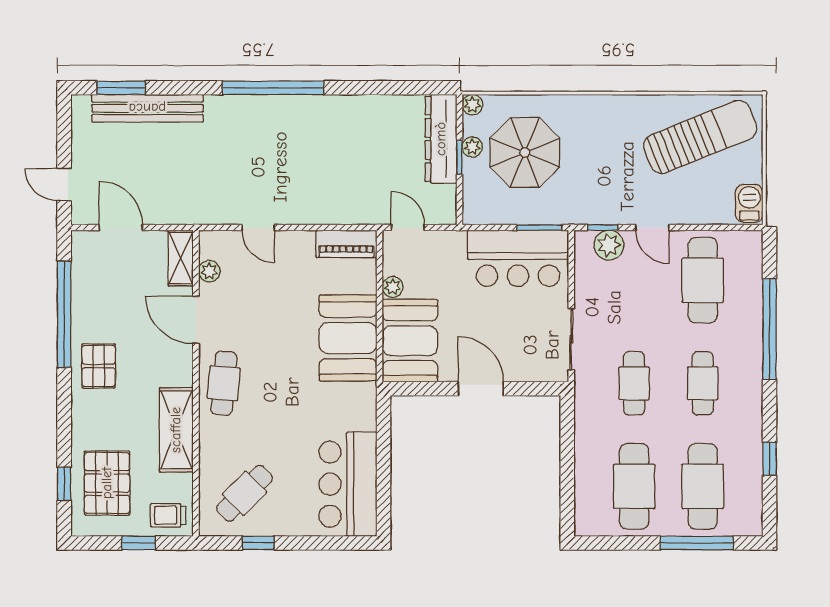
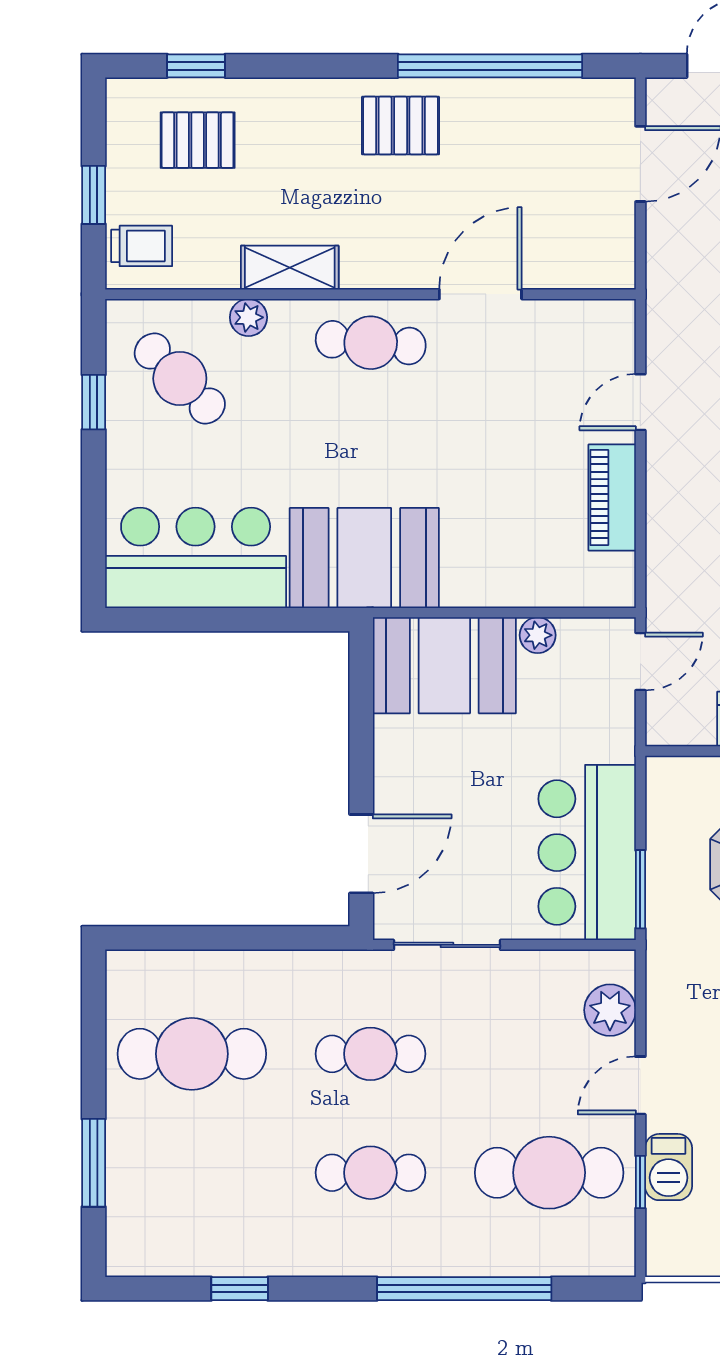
barbecue: (749, 203) -> (669, 1167), moved, turned 90
window: (603, 228) -> (640, 1182), moved
piano: (346, 244) -> (612, 498), moved
shelving: (181, 258) -> (588, 268), removed
plant: (209, 271) -> (248, 317), moved
booth: (348, 338) -> (364, 558), moved
door: (481, 389) -> (361, 854), moved
shelving: (176, 430) -> (290, 268), width x0.67, depth x0.75
pallet: (107, 483) -> (198, 140), width x0.67, depth x0.71
cafe table: (703, 486) -> (192, 1173), removed
trolley: (168, 515) -> (142, 246), turned 90
window: (697, 543) -> (94, 1163), width x0.69

